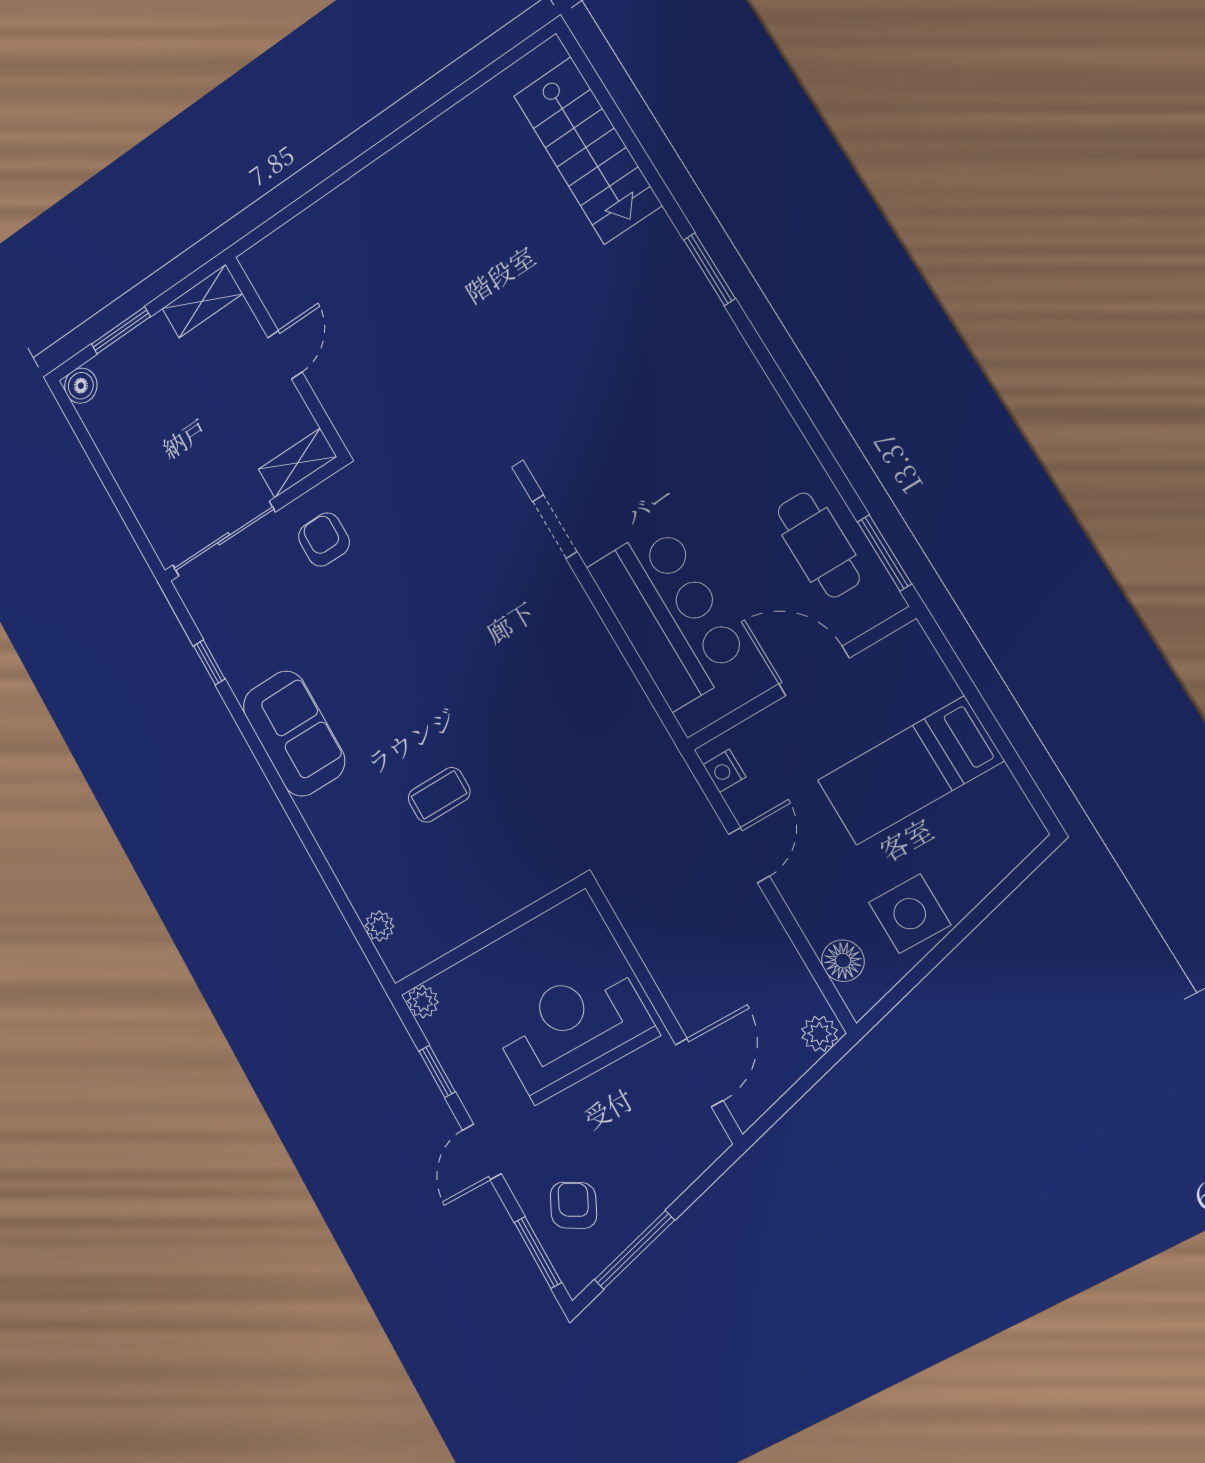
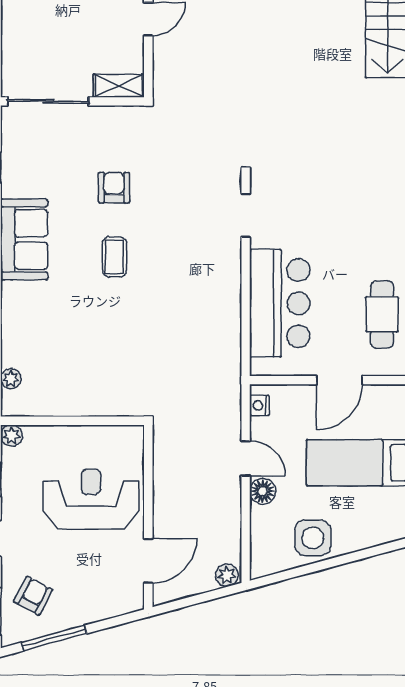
armchair: (324, 540) -> (114, 188), moved
door: (814, 671) -> (339, 380), swing flipped
coffee table: (439, 795) -> (114, 257), moved, turned 90
door: (749, 855) -> (246, 458), hinge flipped
floor lamp: (843, 961) -> (263, 491), moved

